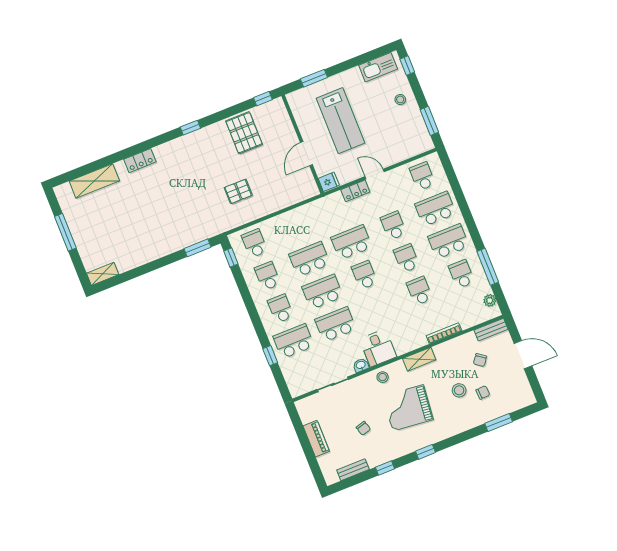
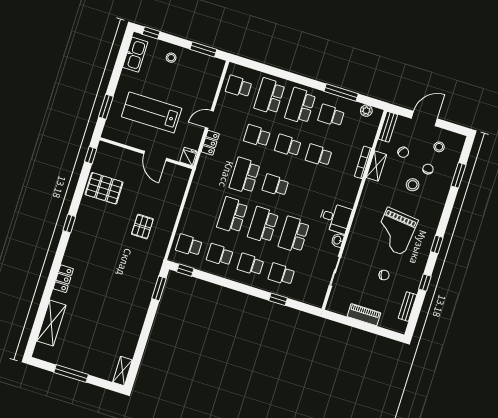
lab bench: (341, 121) -> (152, 112), turned 180
school desk: (294, 341) -> (281, 274), width x0.54
shelving: (419, 359) -> (376, 166), moved
stool: (383, 377) -> (439, 147), moved

